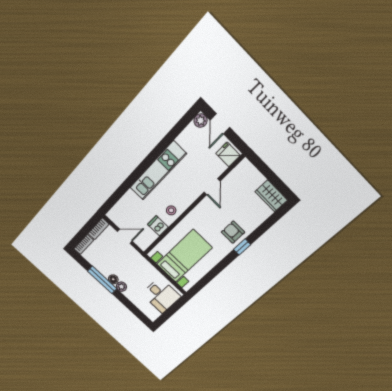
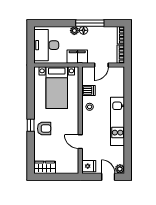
filing cabinet: (140, 264) -> (77, 57), added
desk: (161, 295) -> (46, 45), width x1.37

